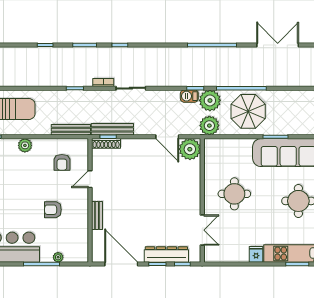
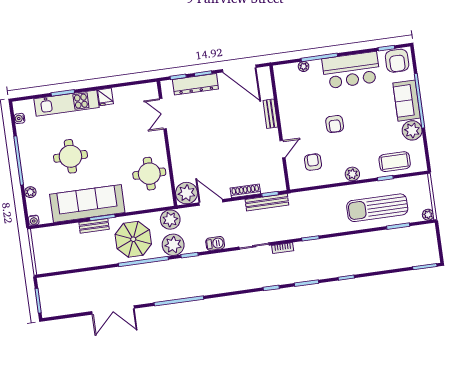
barbecue: (189, 96) -> (215, 243), moved
bench: (71, 130) -> (94, 226), moved, width x0.73
shoe rack: (106, 143) -> (245, 191), moved
round table: (234, 194) -> (149, 174), moved
armchair: (53, 210) -> (335, 124), moved, turned 90

